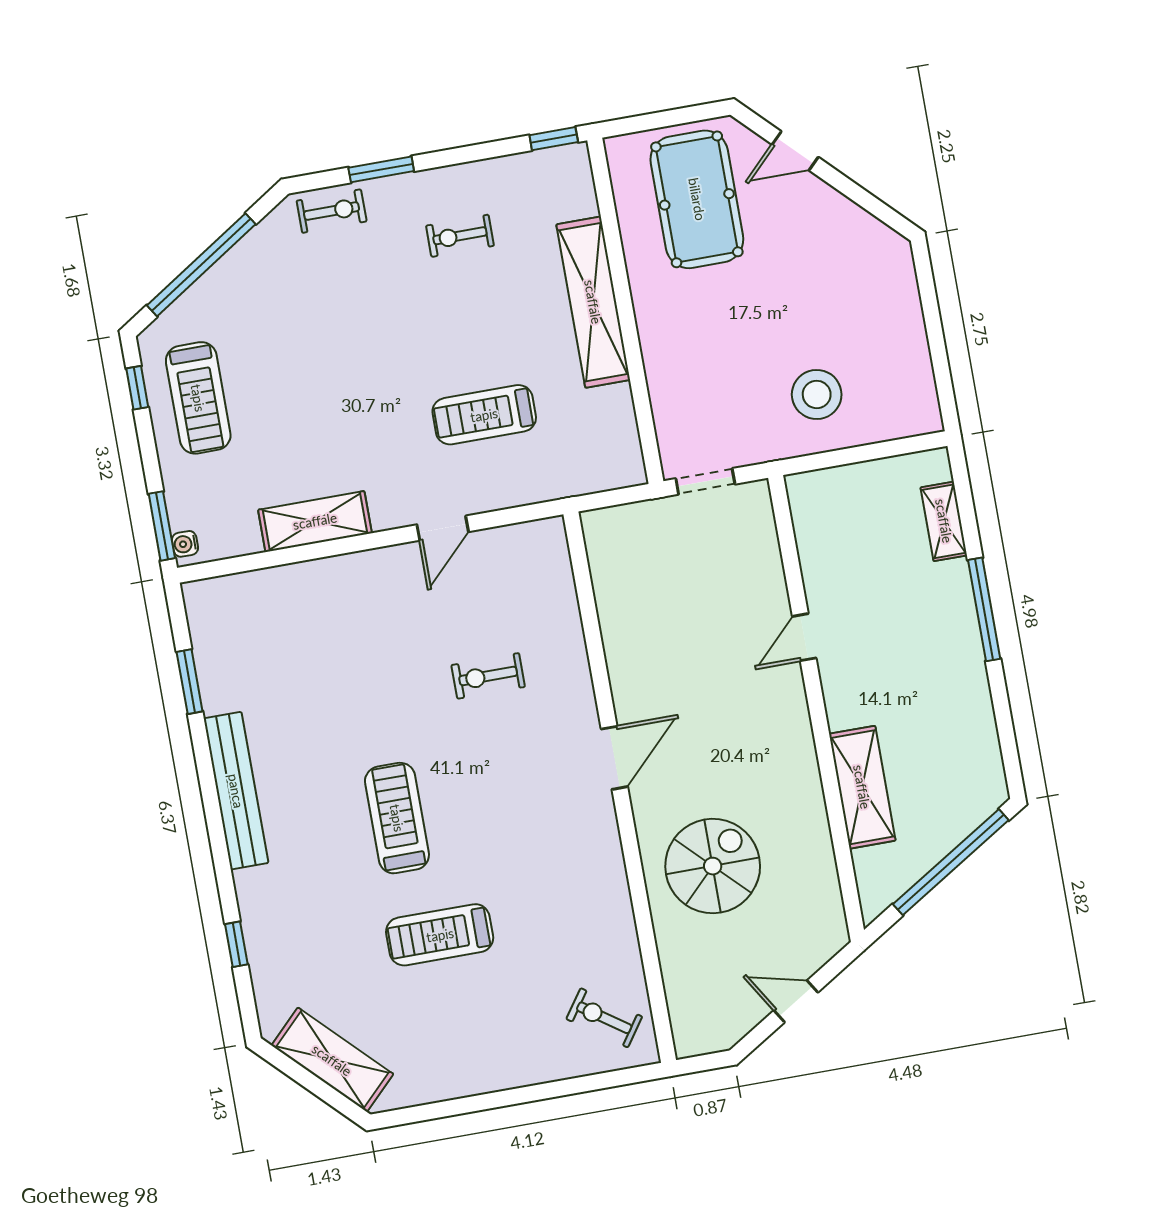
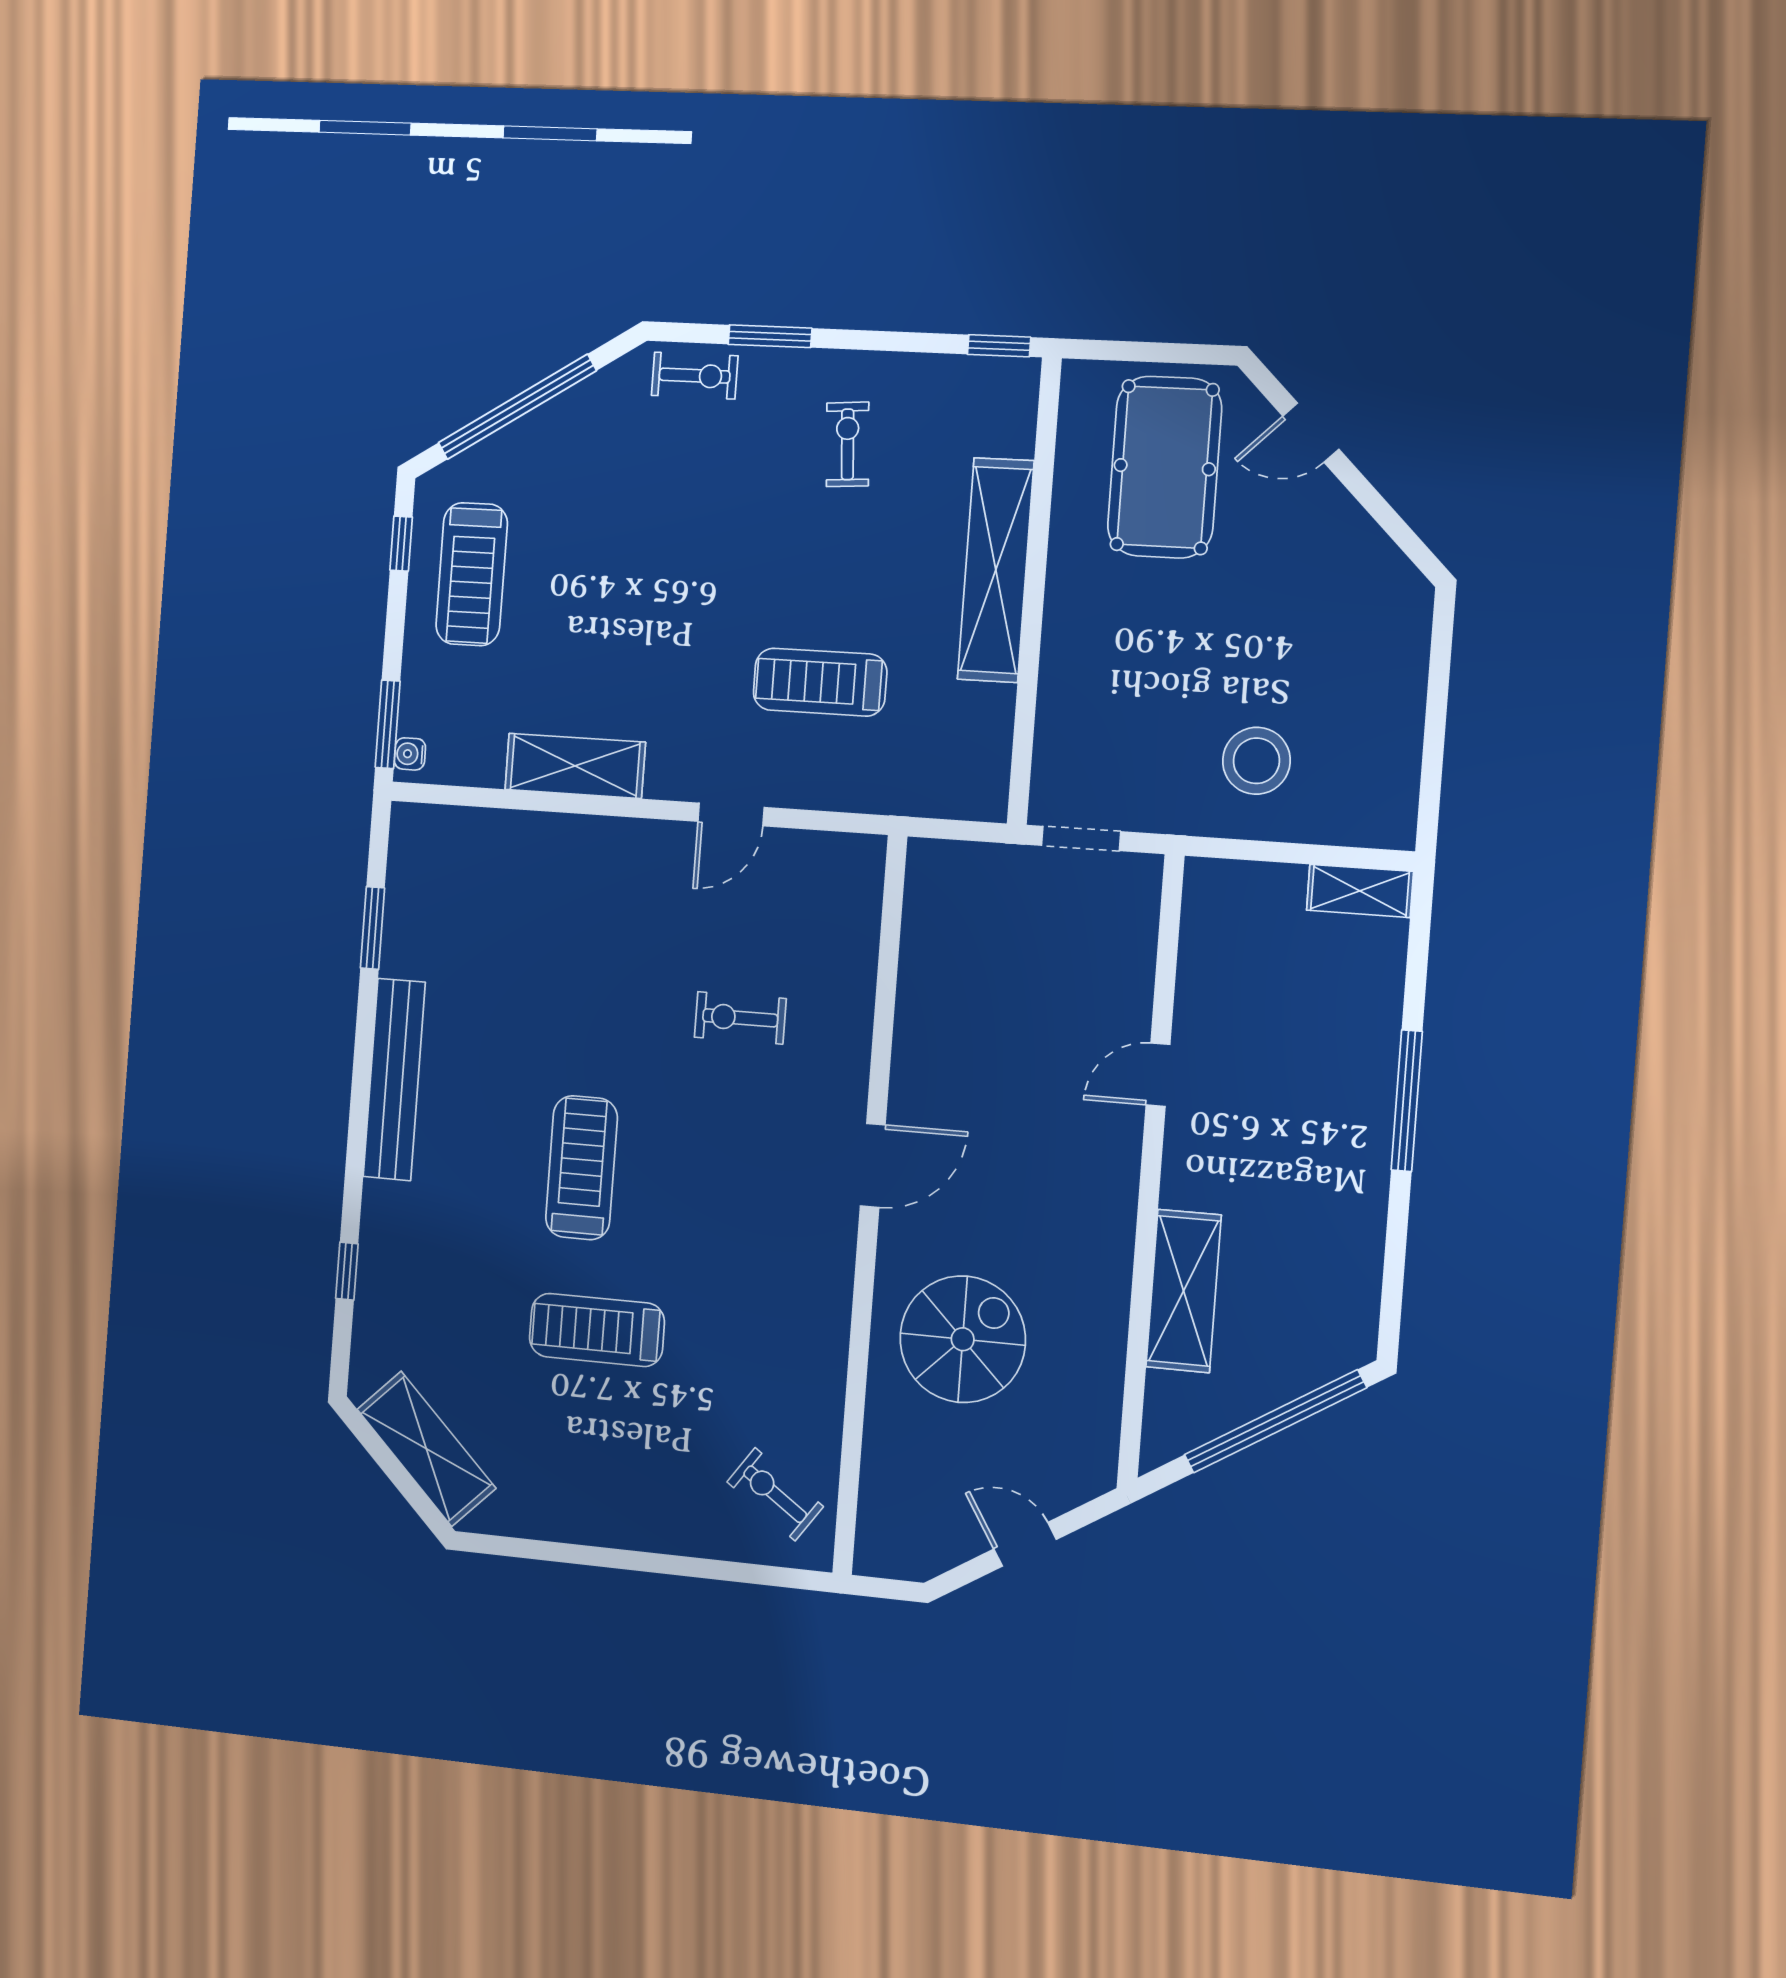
exercise bike: (460, 236) -> (848, 444), turned 86
shelving: (944, 521) -> (1360, 891), moved, turned 90

